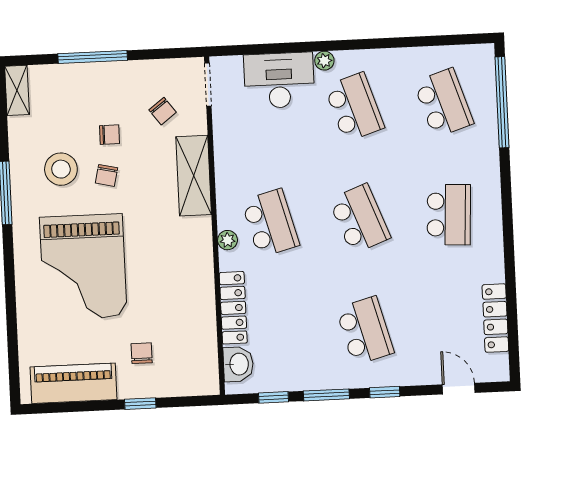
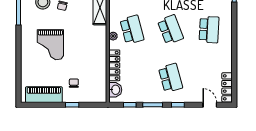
grand piano: (83, 267) -> (50, 45), width x0.73, depth x0.68
locker: (495, 318) -> (227, 87), moved

